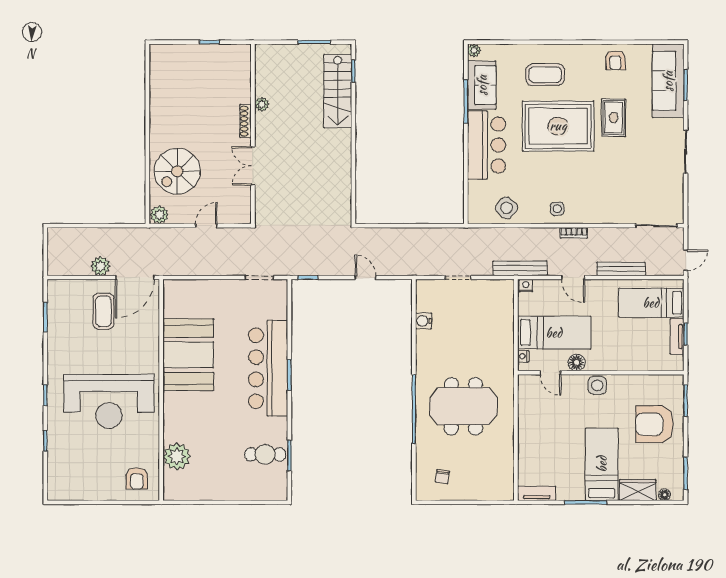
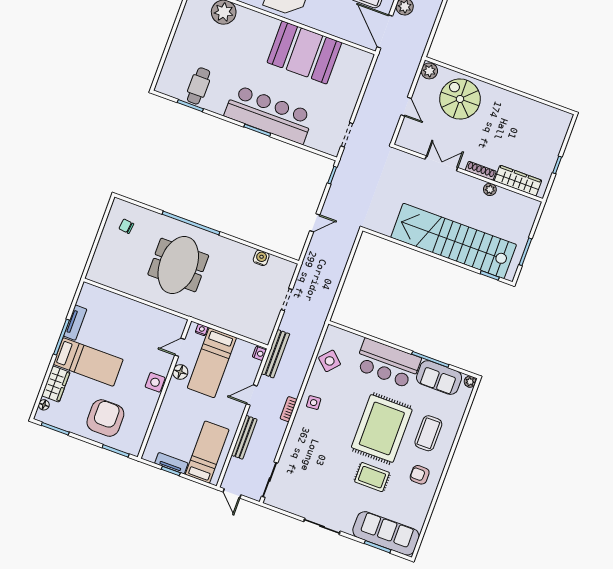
armchair: (615, 60) -> (420, 475), moved
wardrobe: (241, 78) -> (518, 181), added
stairs: (338, 91) -> (454, 241), width x1.86, depth x1.51
tv unit: (537, 493) -> (75, 323), moved

